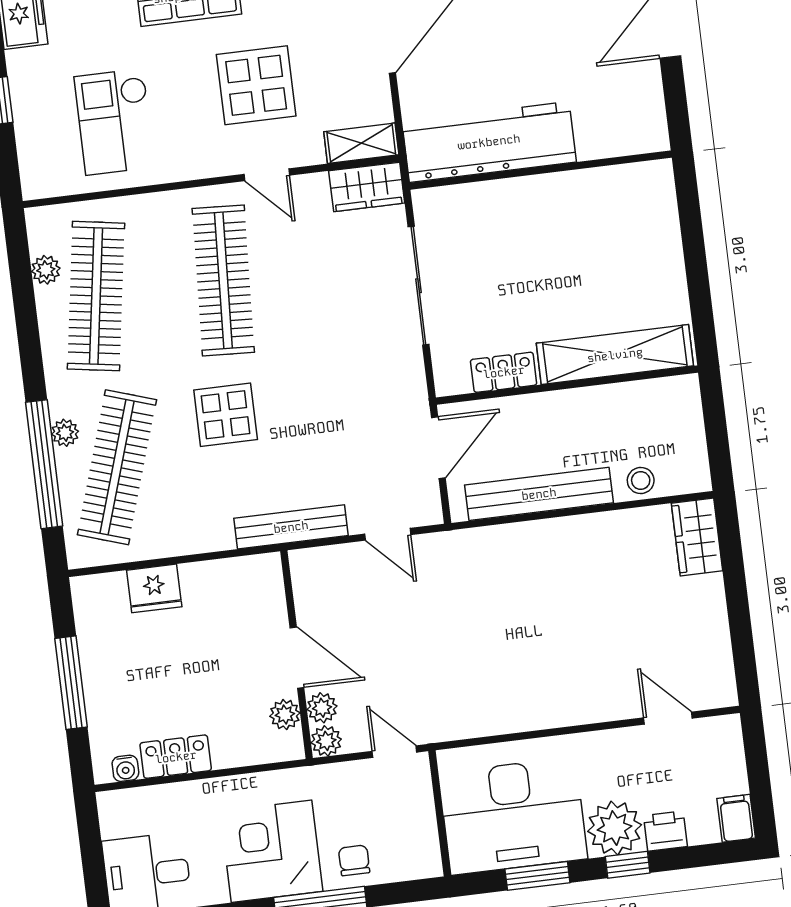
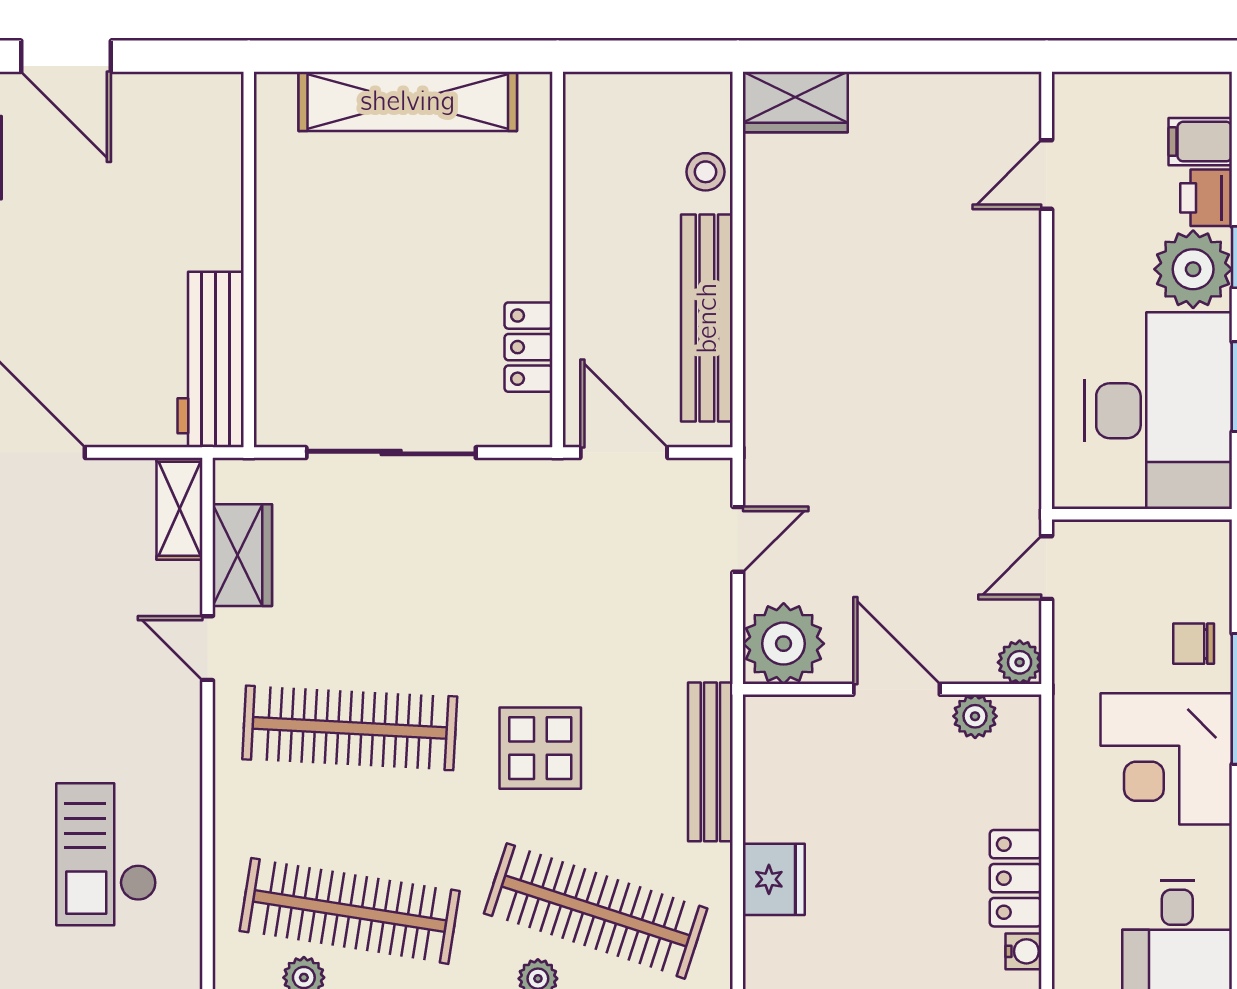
display table: (256, 85) -> (79, 648), removed
checkout: (115, 122) -> (106, 854), turned 90
workbench: (489, 142) -> (211, 359), width x0.73, depth x0.76
door: (267, 175) -> (208, 648), swing flipped
wardrobe: (367, 187) -> (242, 555), moved
shelving: (615, 355) -> (408, 101), moved, turned 90
bench: (291, 527) -> (710, 762), moved
door: (297, 658) -> (897, 689), hinge flipped
plant: (322, 708) -> (784, 644), moved, width x1.88, depth x1.88
filing cabinet: (736, 818) -> (1200, 142), moved

